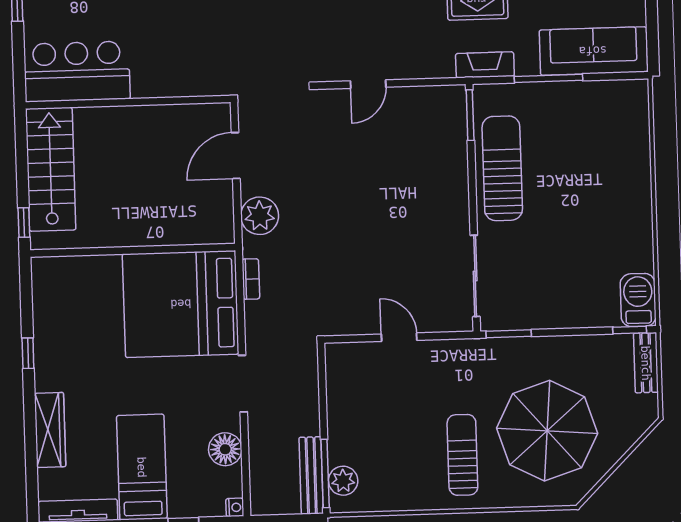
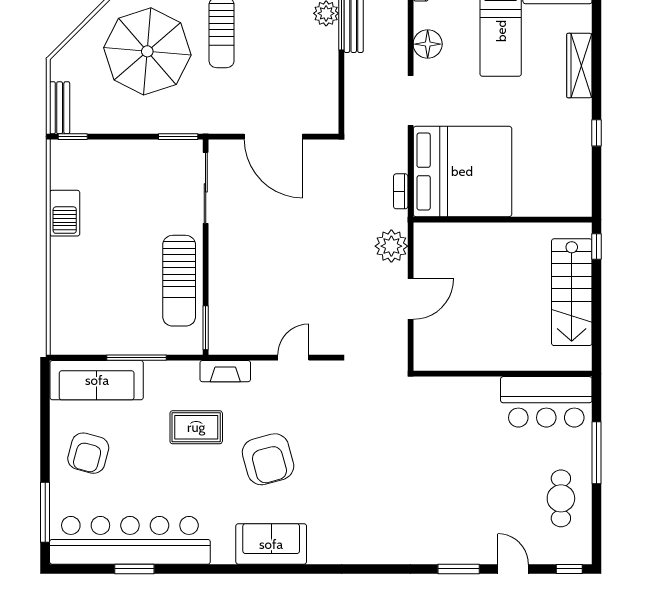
fireplace: (485, 65) -> (225, 371), moved
bar counter: (77, 71) -> (546, 402), moved
wall: (128, 102) -> (503, 374), moved
barbecue: (638, 300) -> (65, 213), moved
door: (399, 337) -> (273, 137), width x1.87

